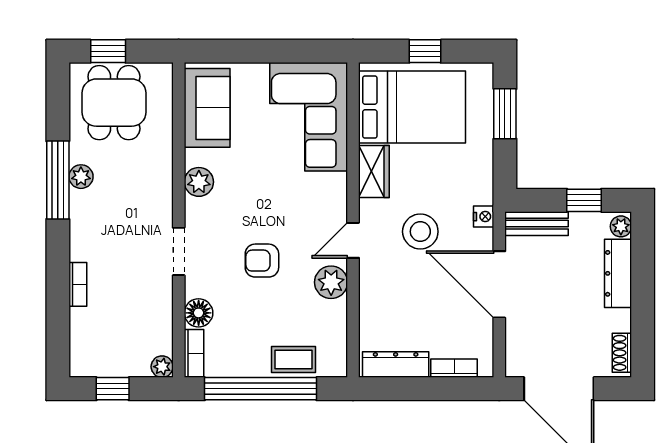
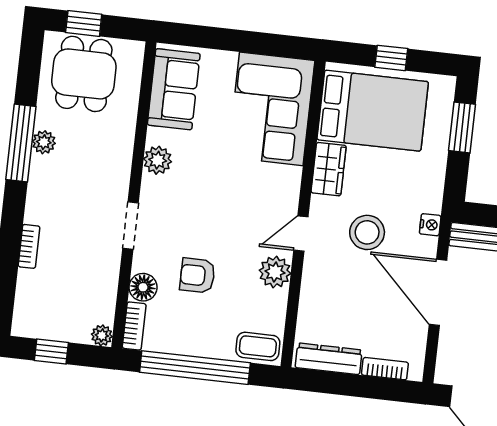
armchair: (262, 261) -> (197, 275), moved
coffee table: (294, 360) -> (258, 346), moved

